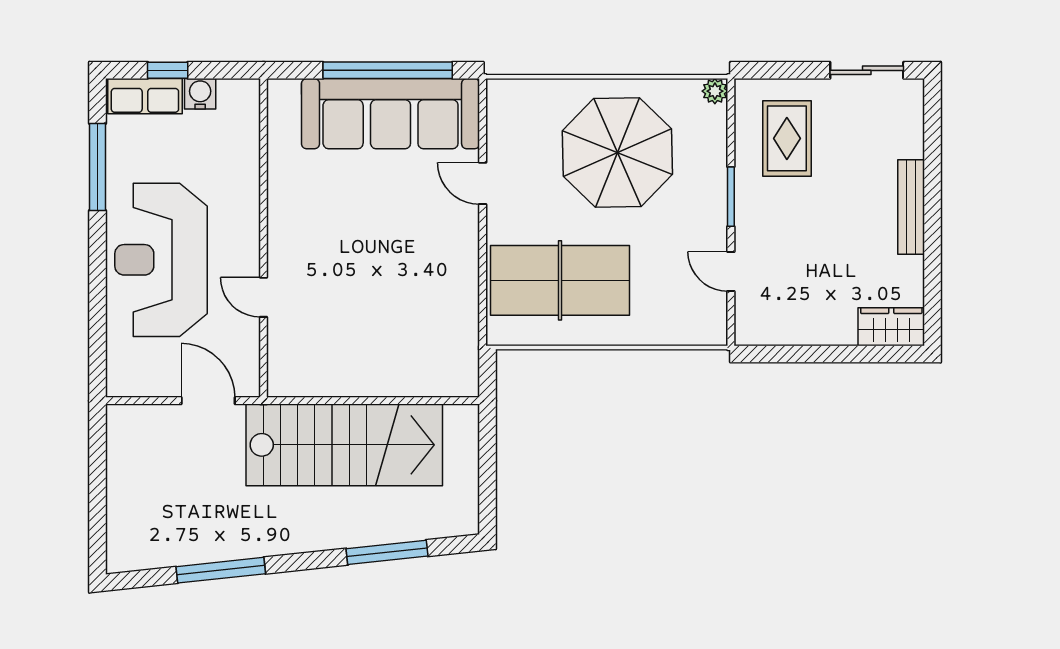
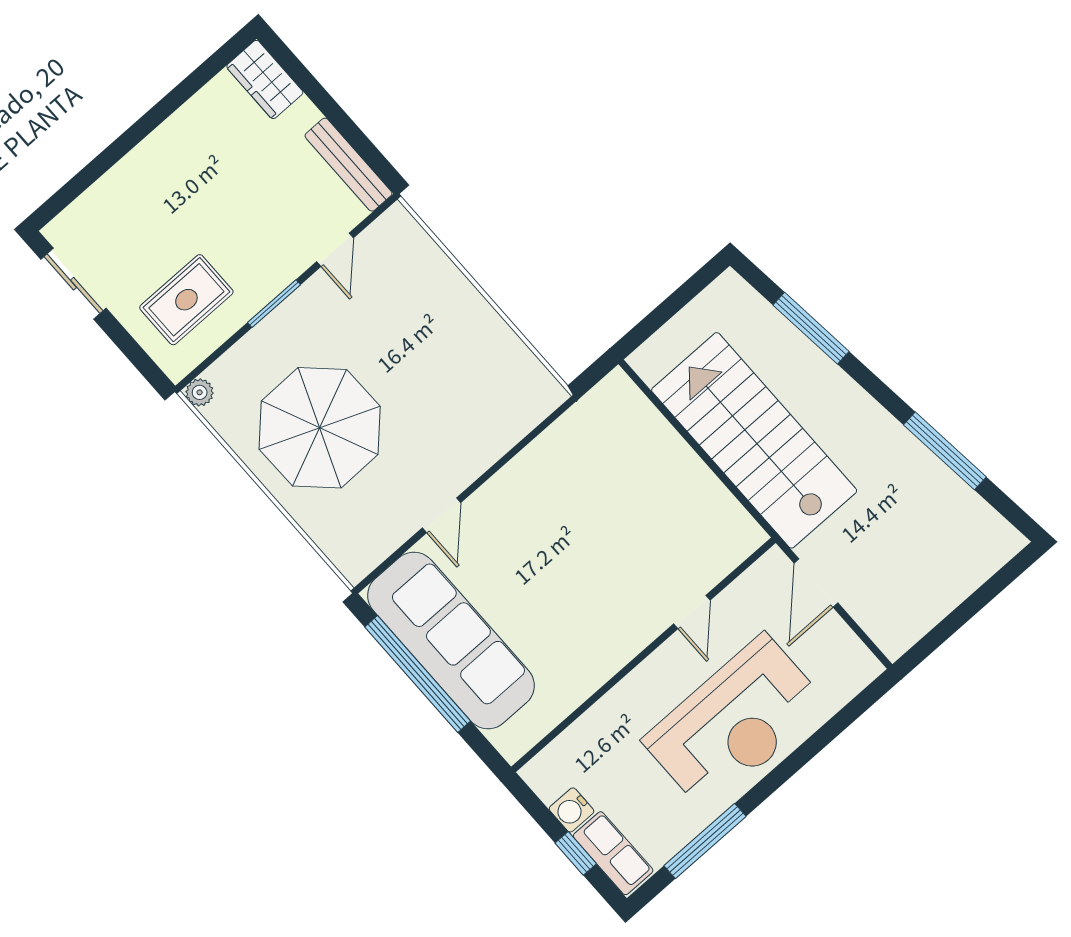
bench: (911, 207) -> (349, 165), moved, turned 90
table tennis table: (560, 280) -> (465, 383), removed

